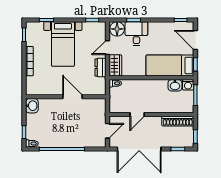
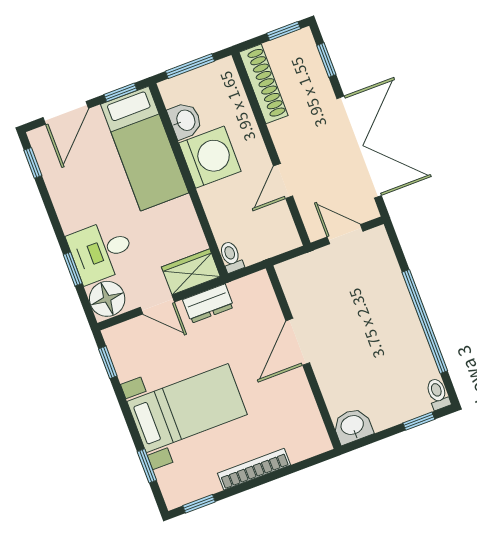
washing machine: (188, 85) -> (210, 157), moved, width x1.89, depth x1.89
door: (137, 115) -> (283, 181), swing flipped

